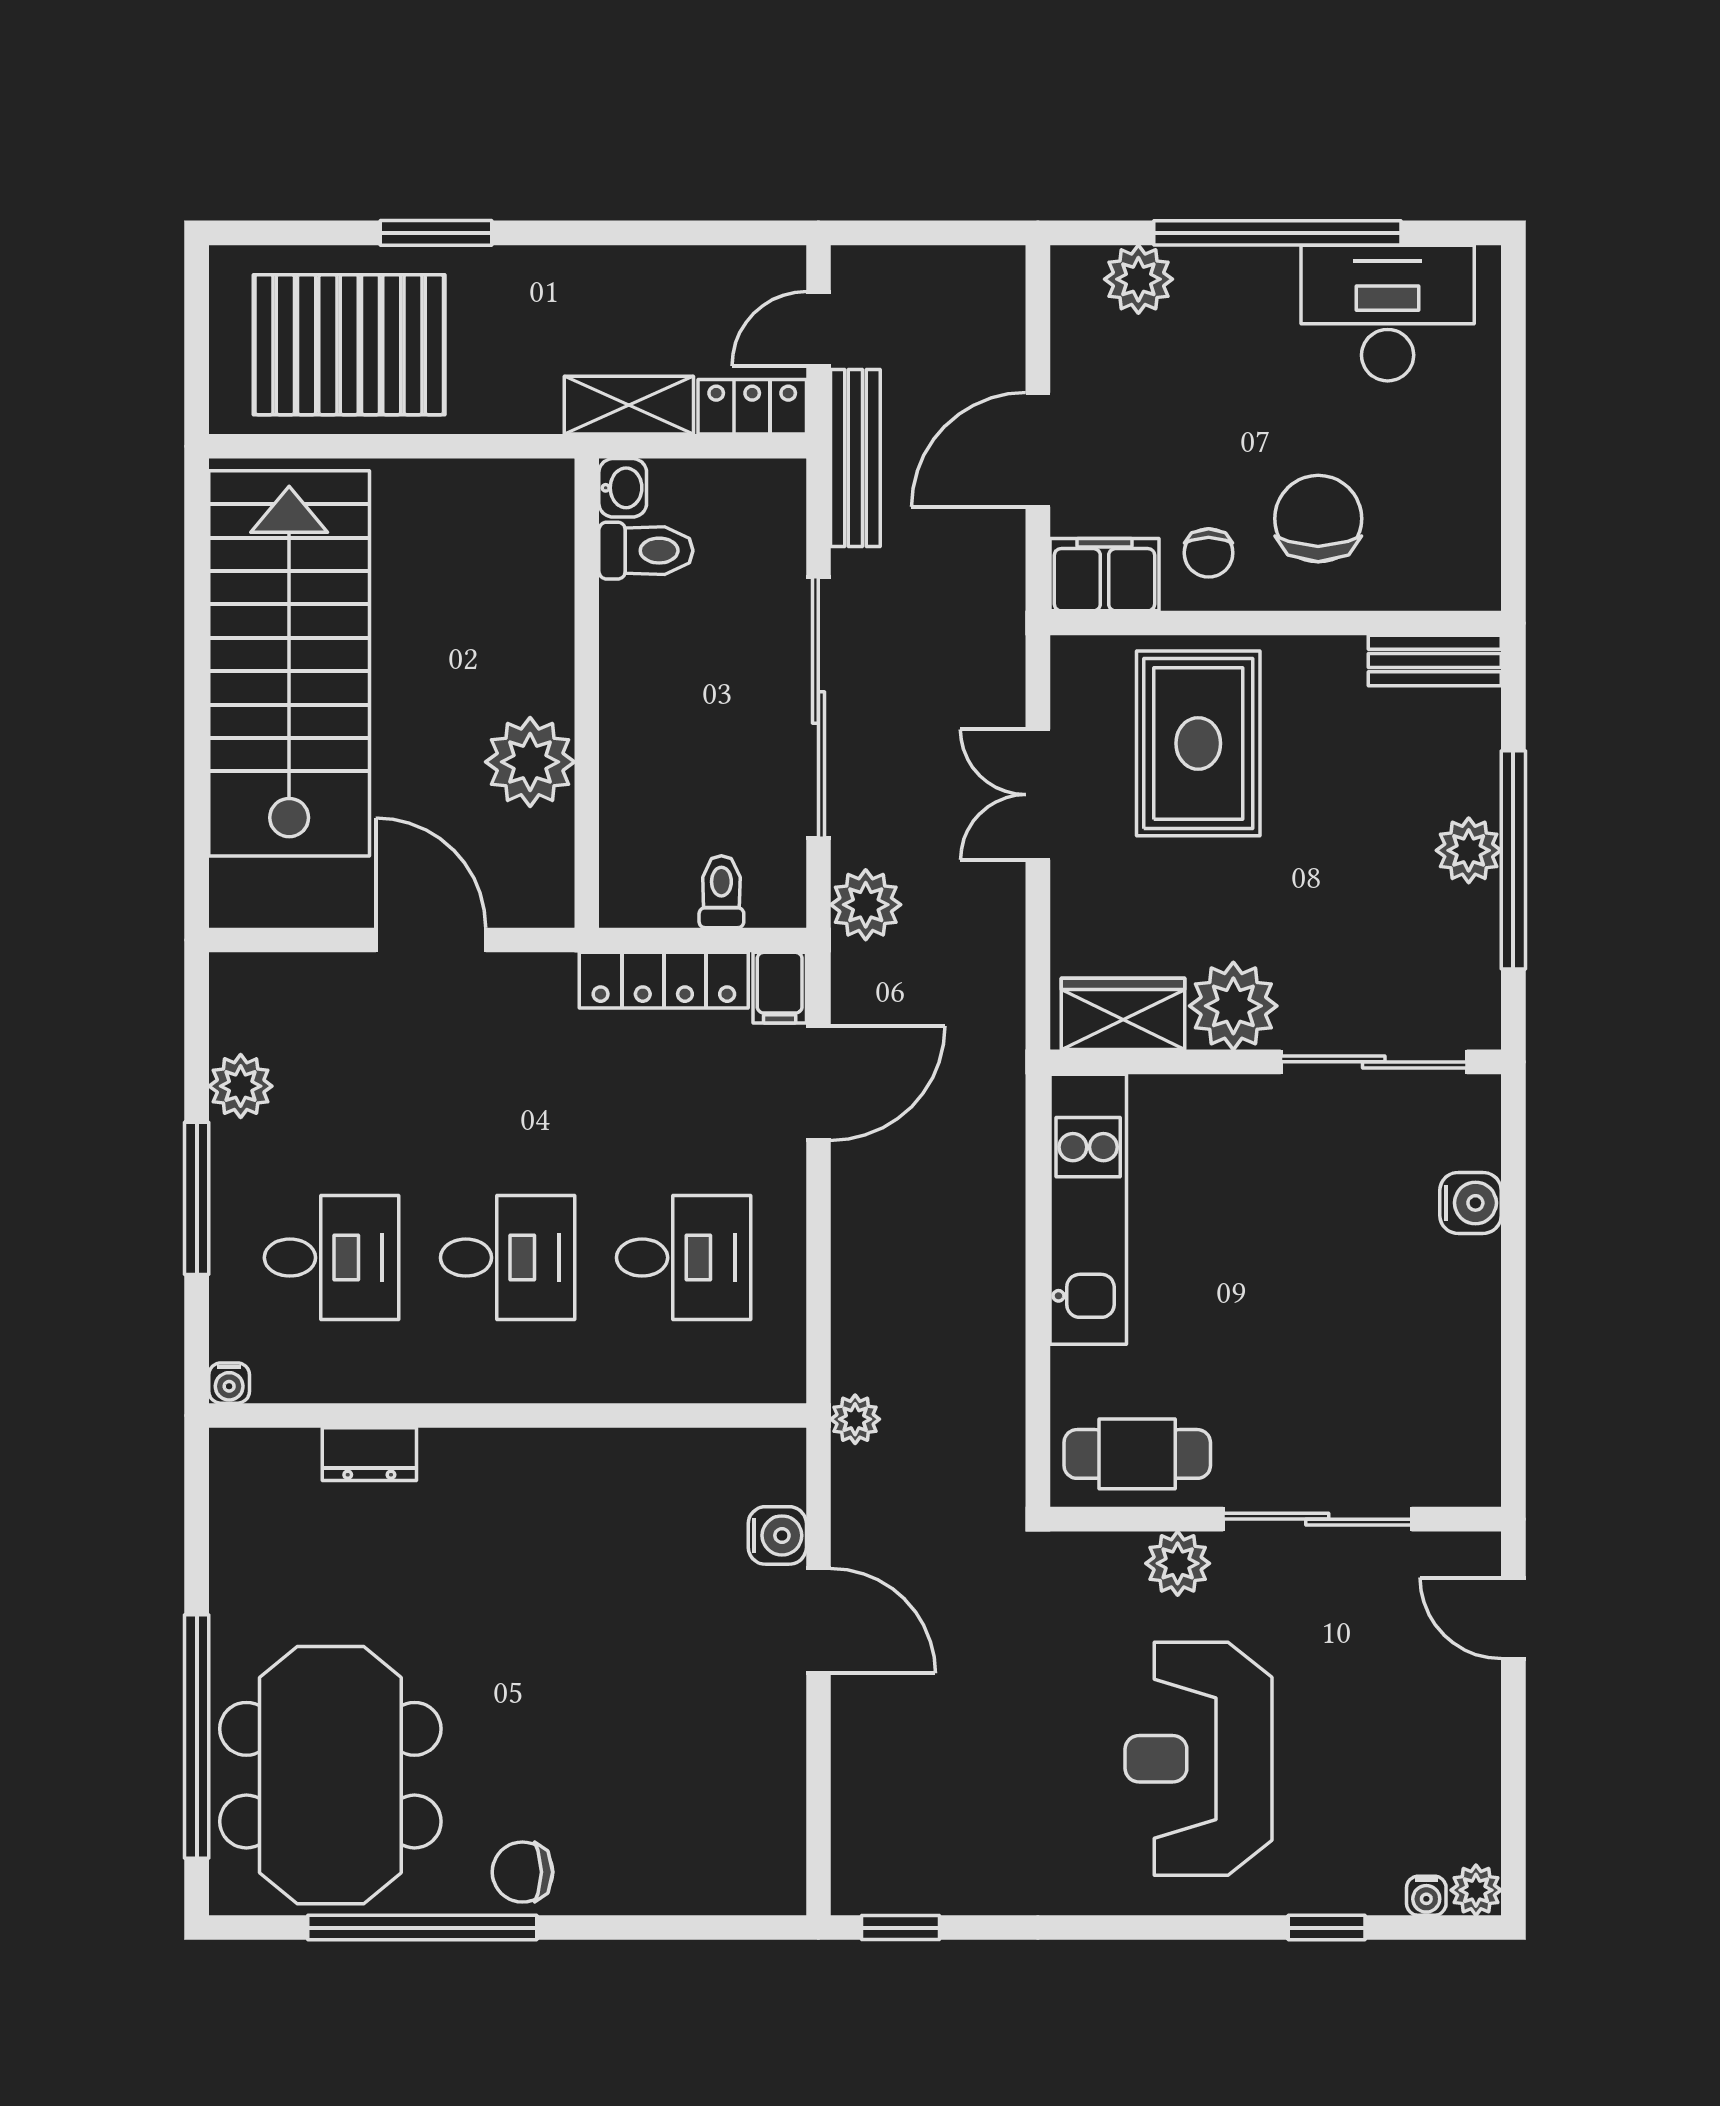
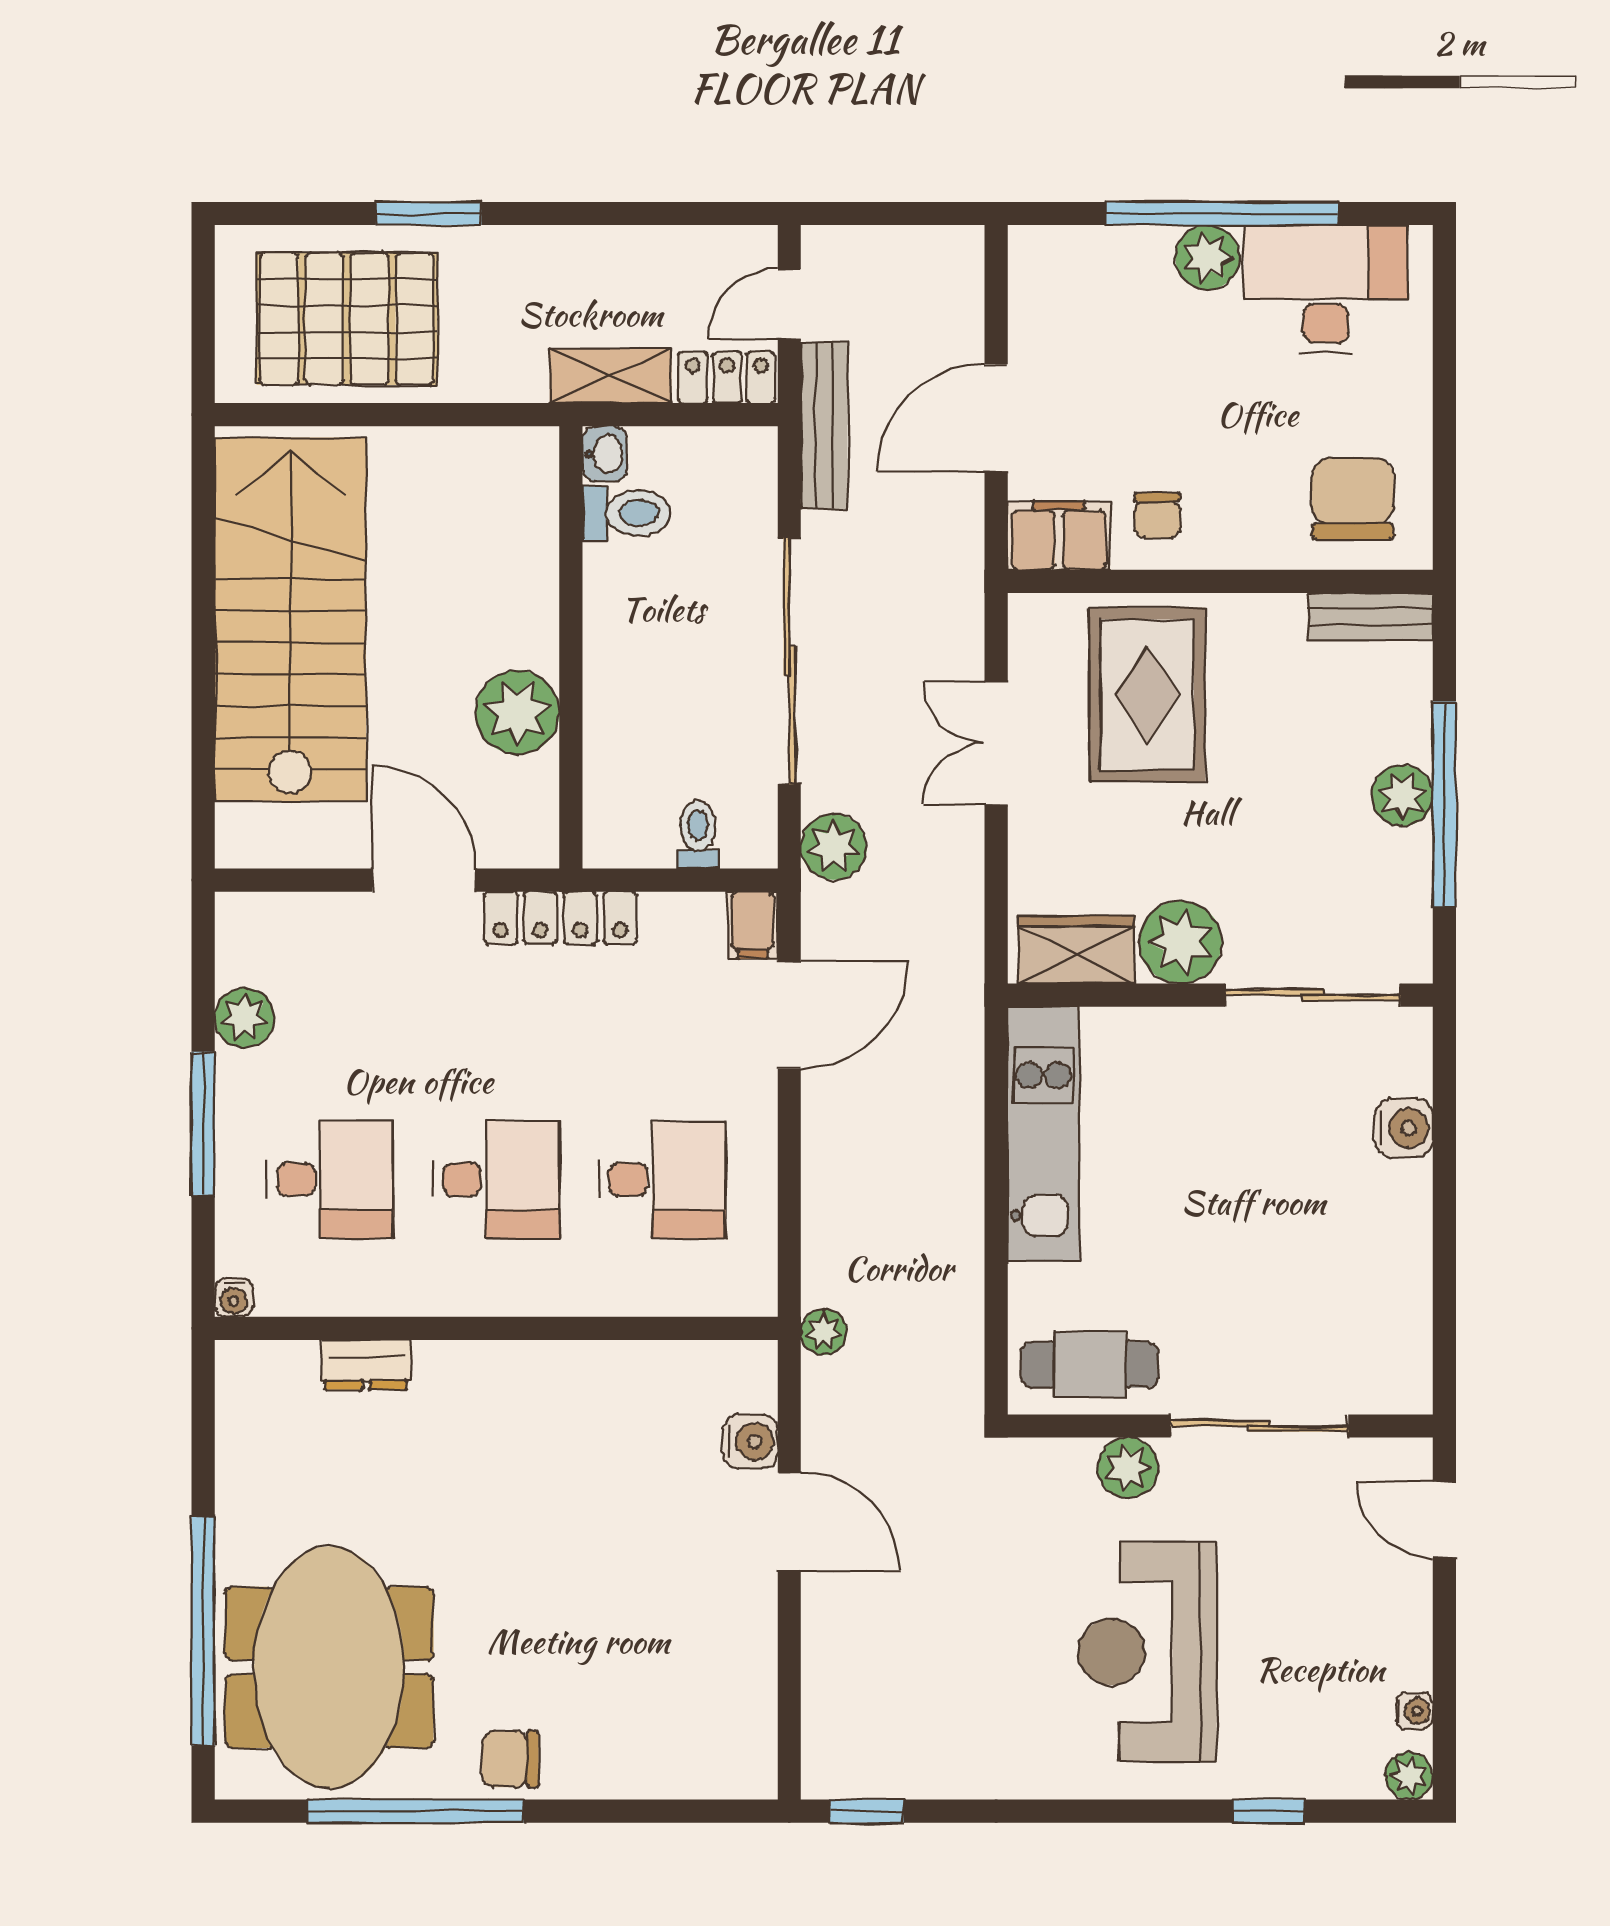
plant: (1138, 279) -> (1207, 257), moved
chair: (1318, 519) -> (1353, 499), moved
locker: (664, 980) -> (560, 918), moved
water cooler: (1426, 1896) -> (1414, 1711), moved, turned -90

